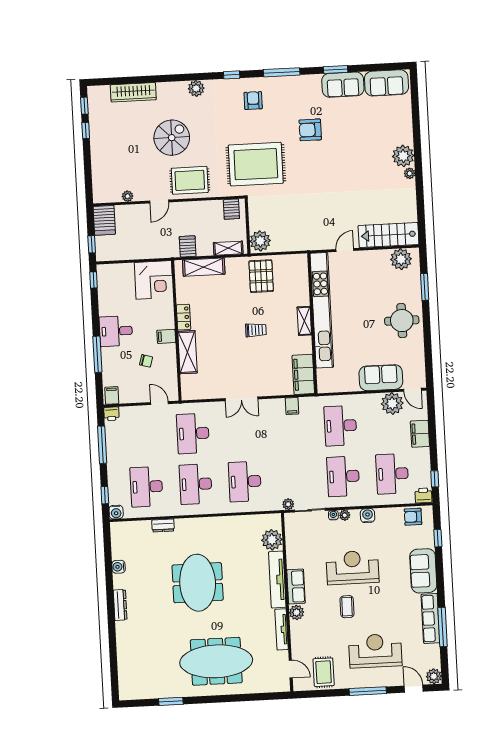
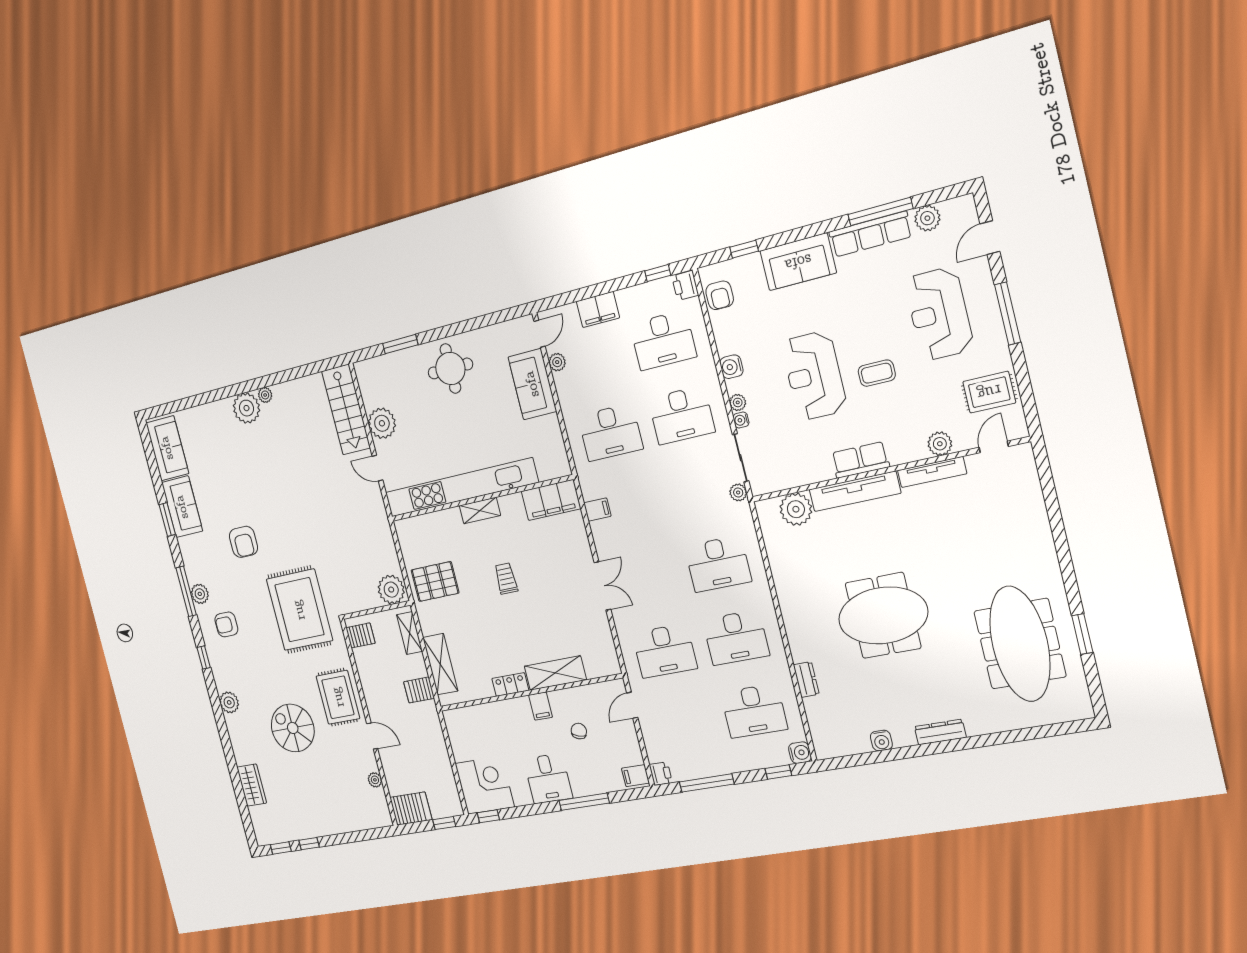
plant: (278, 83) -> (200, 594), added
wardrobe: (133, 92) -> (252, 785), width x0.67
plant: (401, 259) -> (382, 423), moved
corner desk: (154, 280) -> (485, 785), moved
plant: (392, 403) -> (557, 362), width x0.53, depth x0.53
plant: (297, 612) -> (940, 444), moved
meeting table: (216, 661) -> (1020, 644), moved
plant: (434, 676) -> (927, 218), moved

